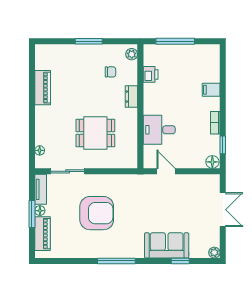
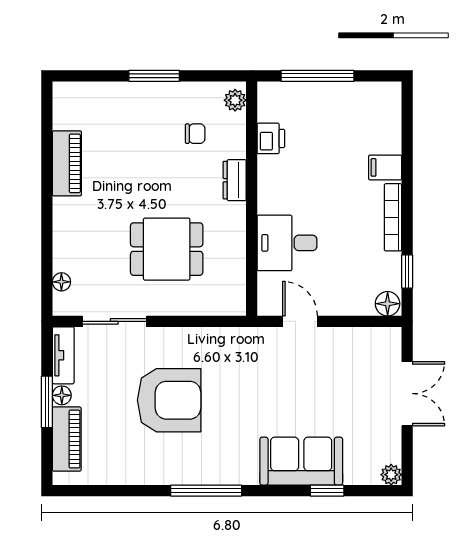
bookcase: (215, 123) -> (393, 217), width x1.56

